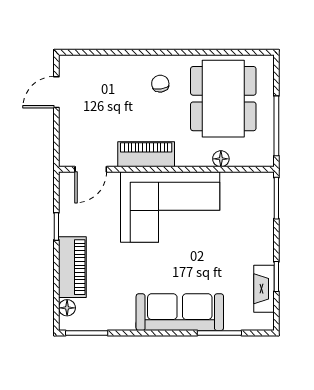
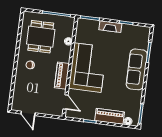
dining table: (223, 99) -> (41, 37), width x0.73
fireplace: (264, 289) -> (110, 27), moved

